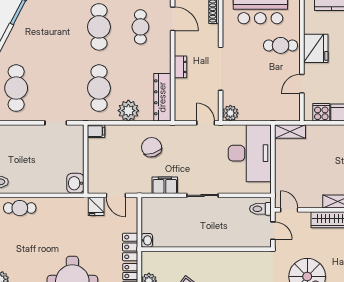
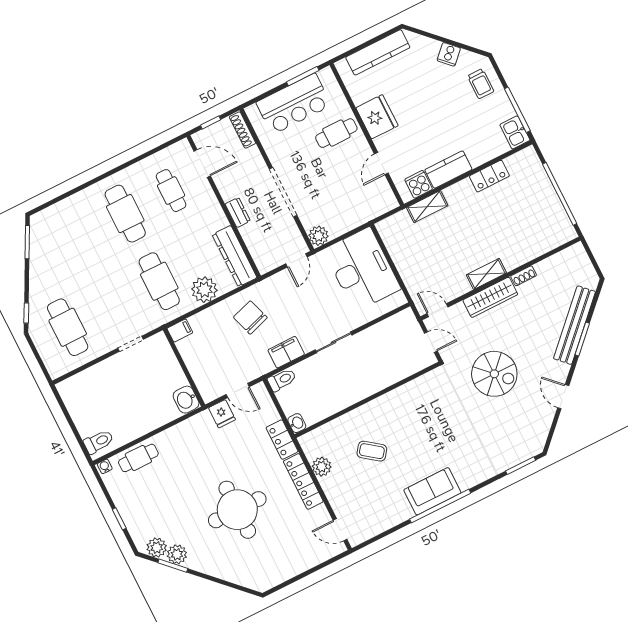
door: (206, 123) -> (296, 260), swing flipped
shelving: (290, 132) -> (427, 207), moved
toilet: (260, 209) -> (282, 380), moved, turned 180

